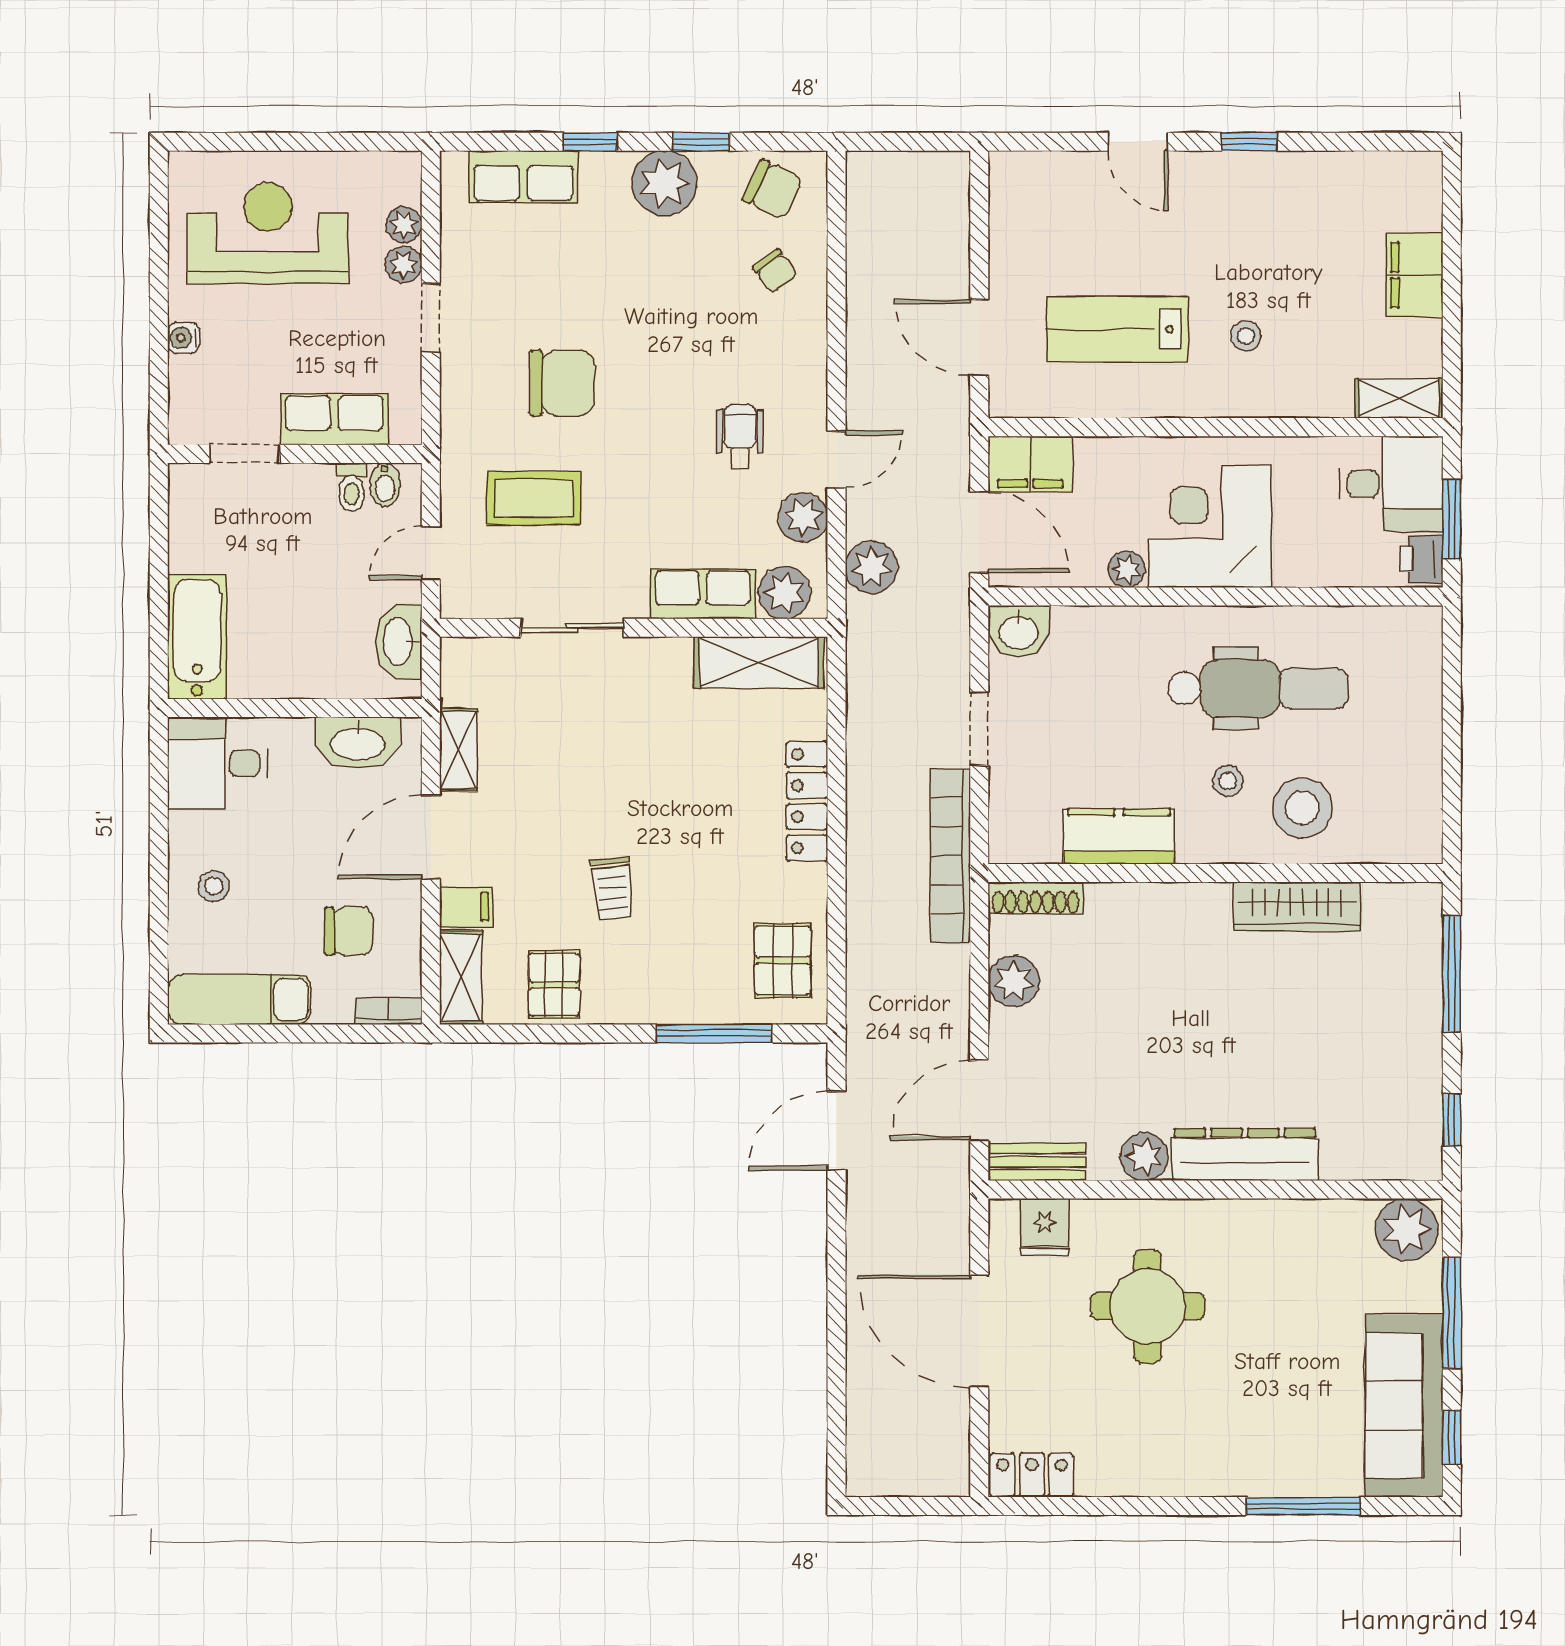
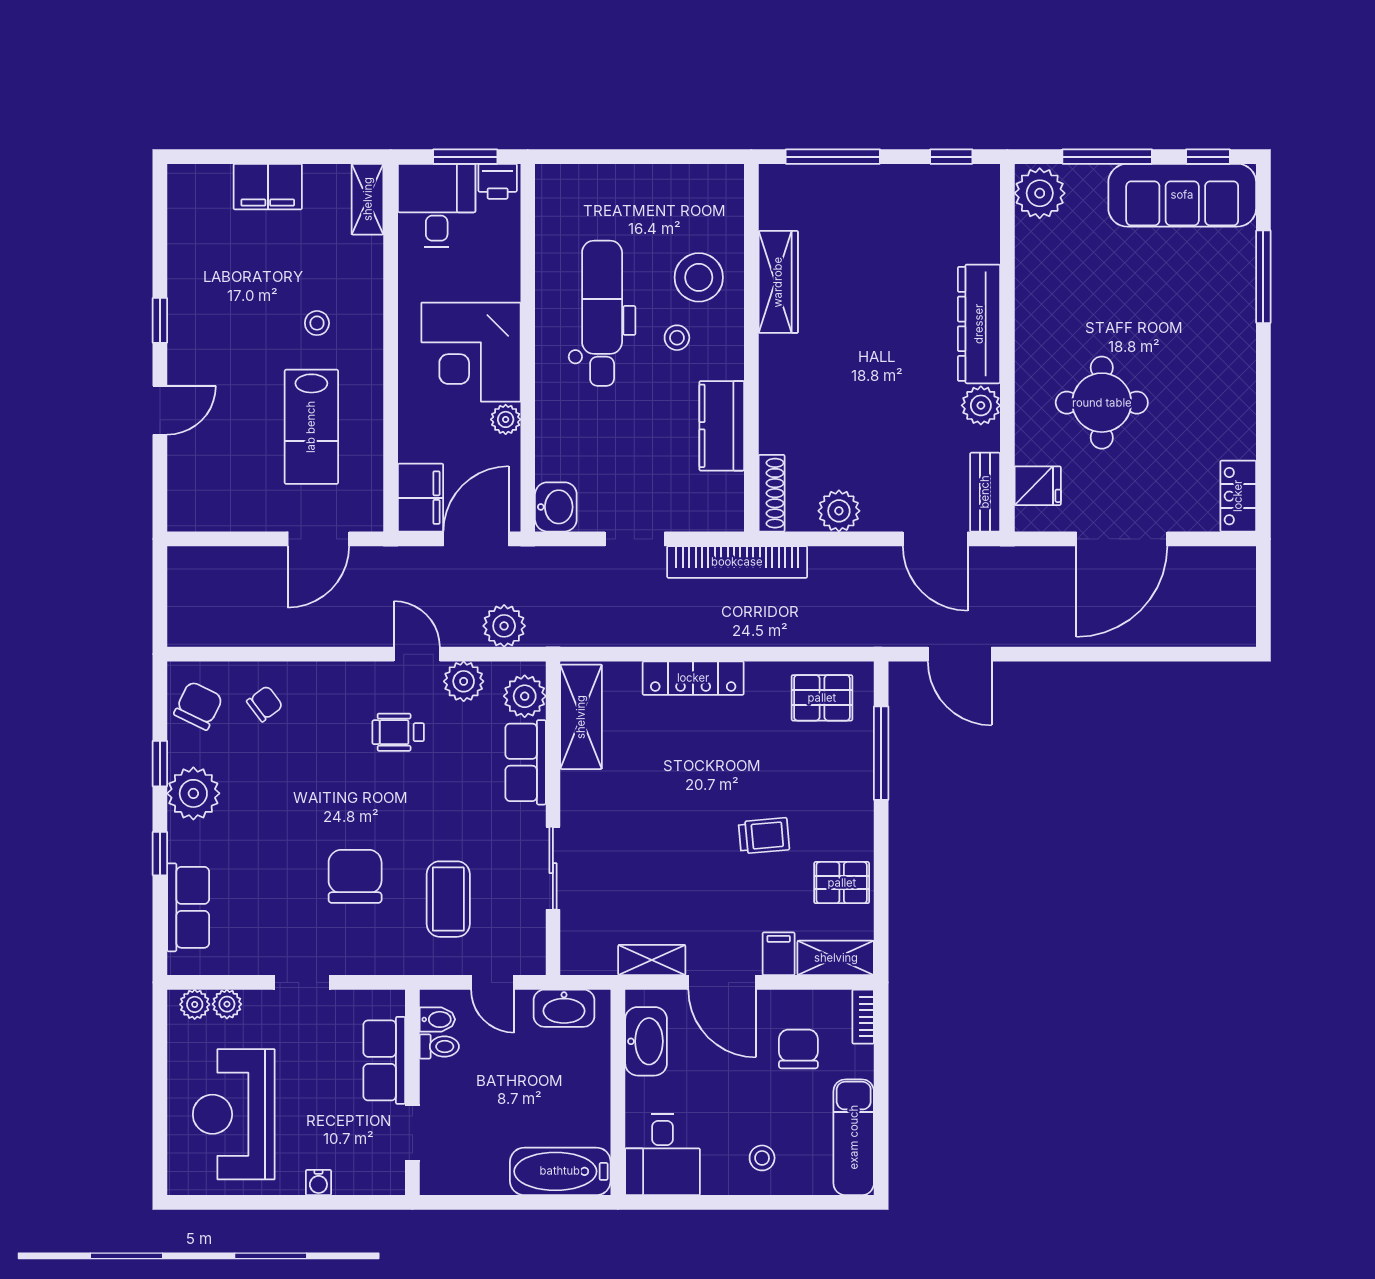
plant: (404, 265) -> (195, 1004), moved

